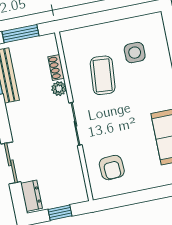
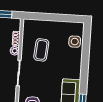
side table: (135, 53) -> (75, 42), moved

